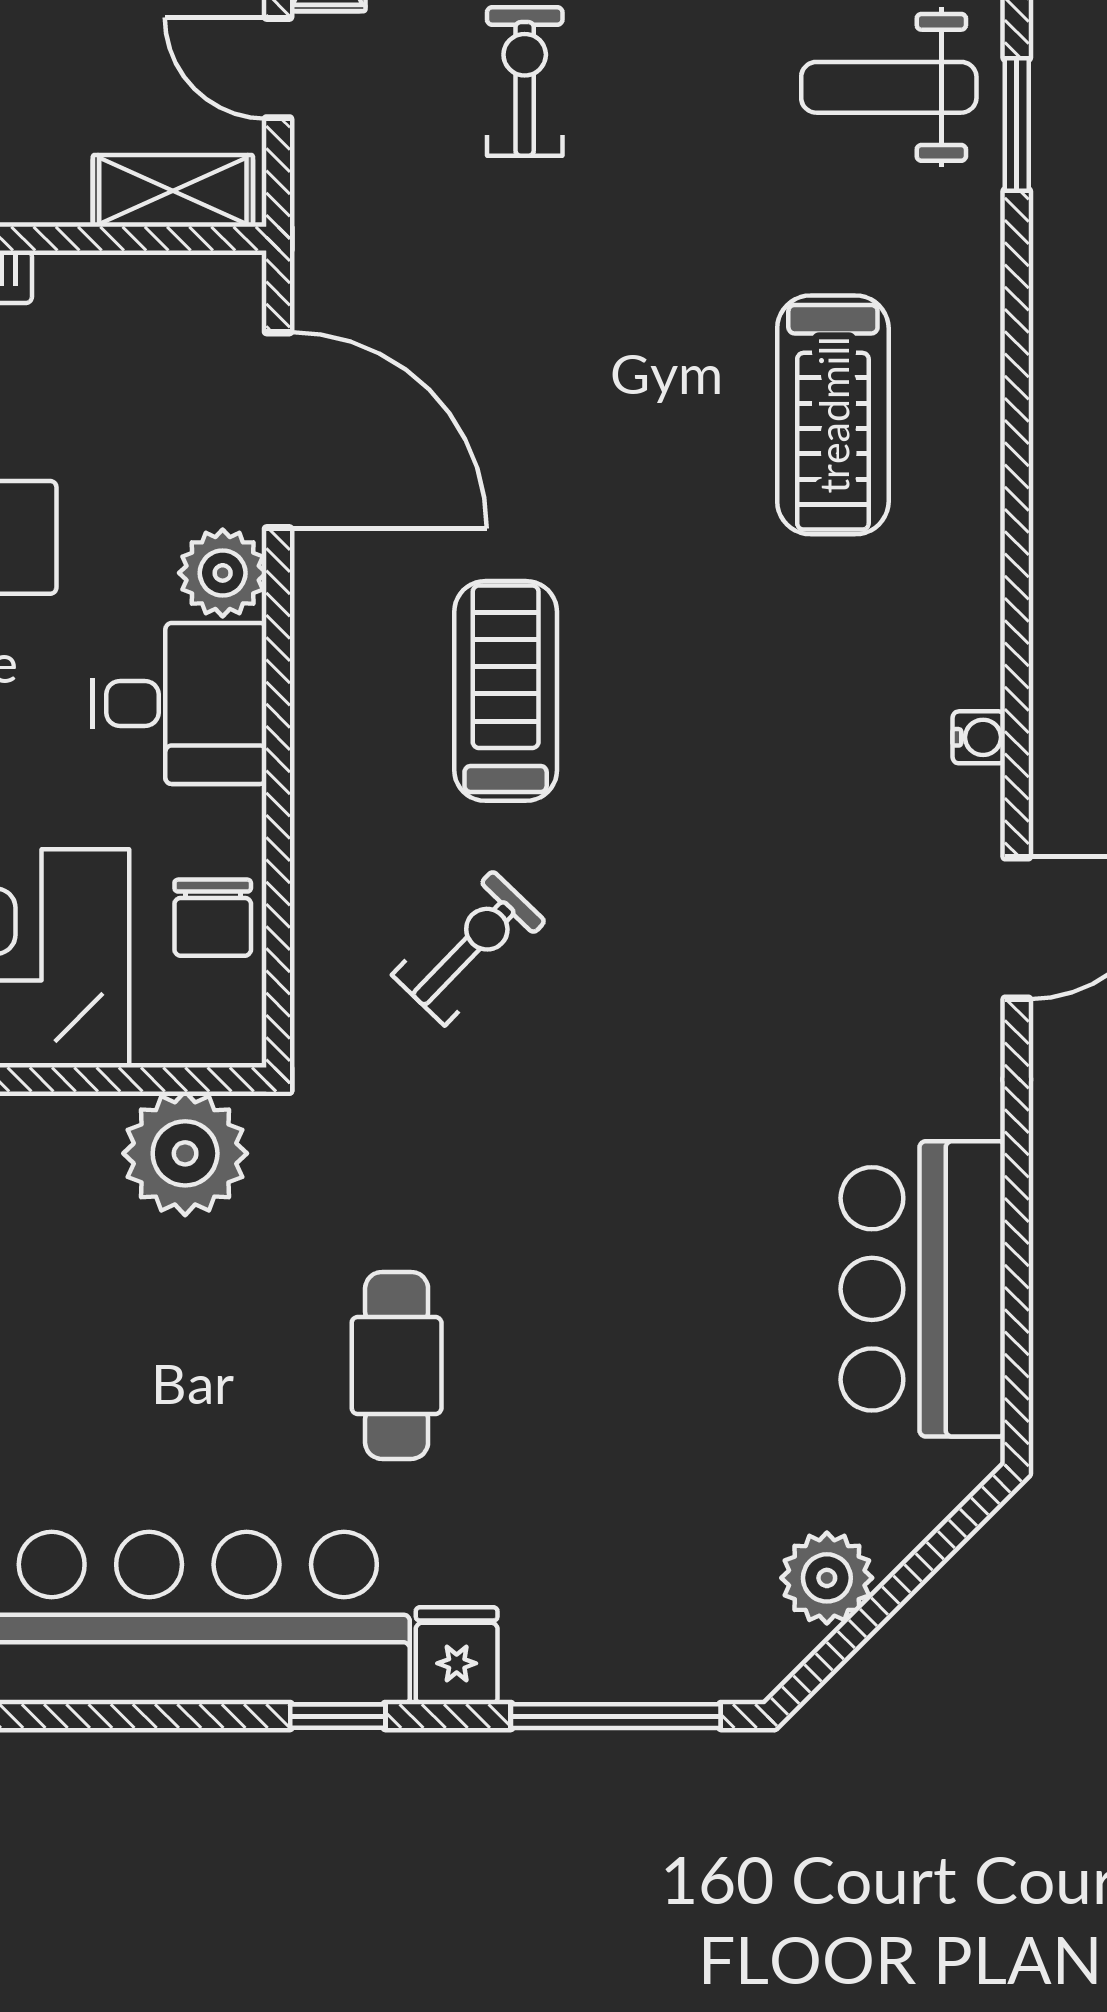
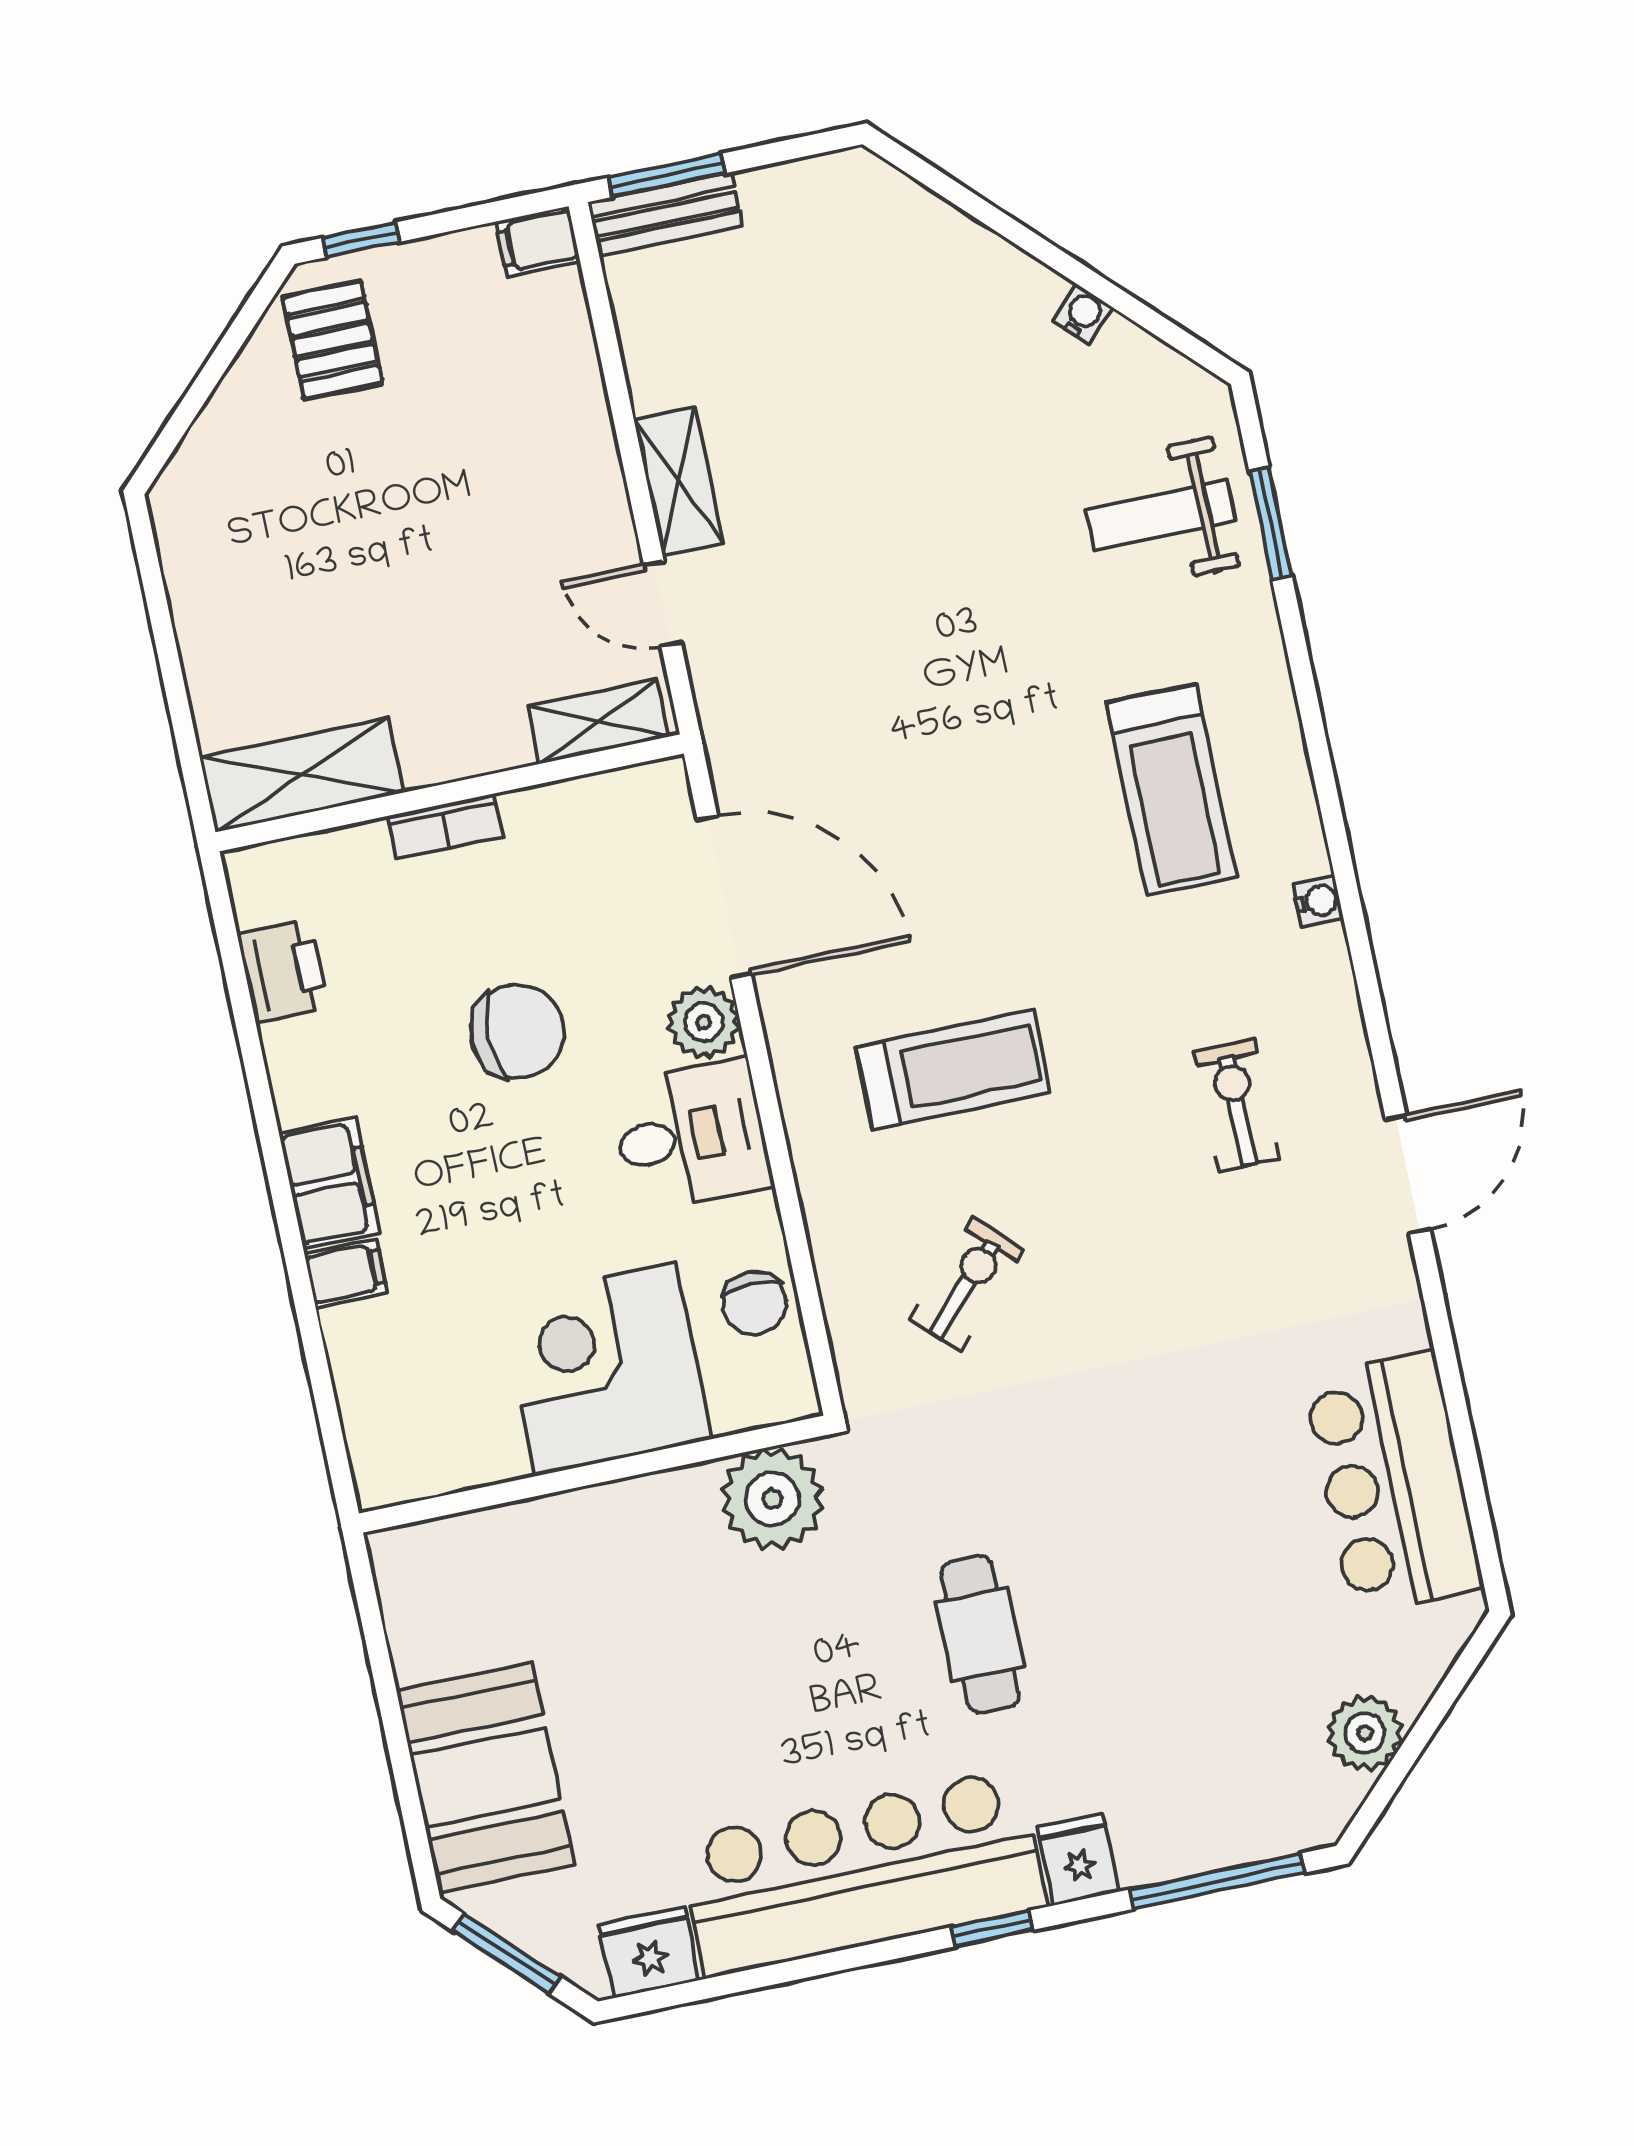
exercise bike: (525, 82) -> (1237, 1105), moved
treadmill: (506, 691) -> (953, 1069), turned 90
water cooler: (979, 737) -> (1318, 901), moved

